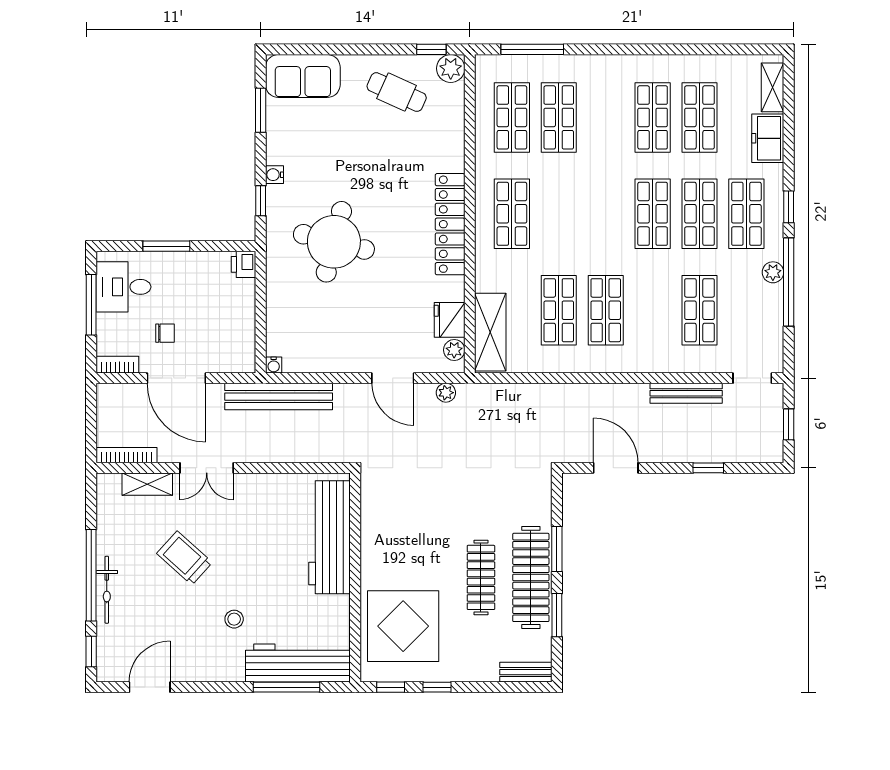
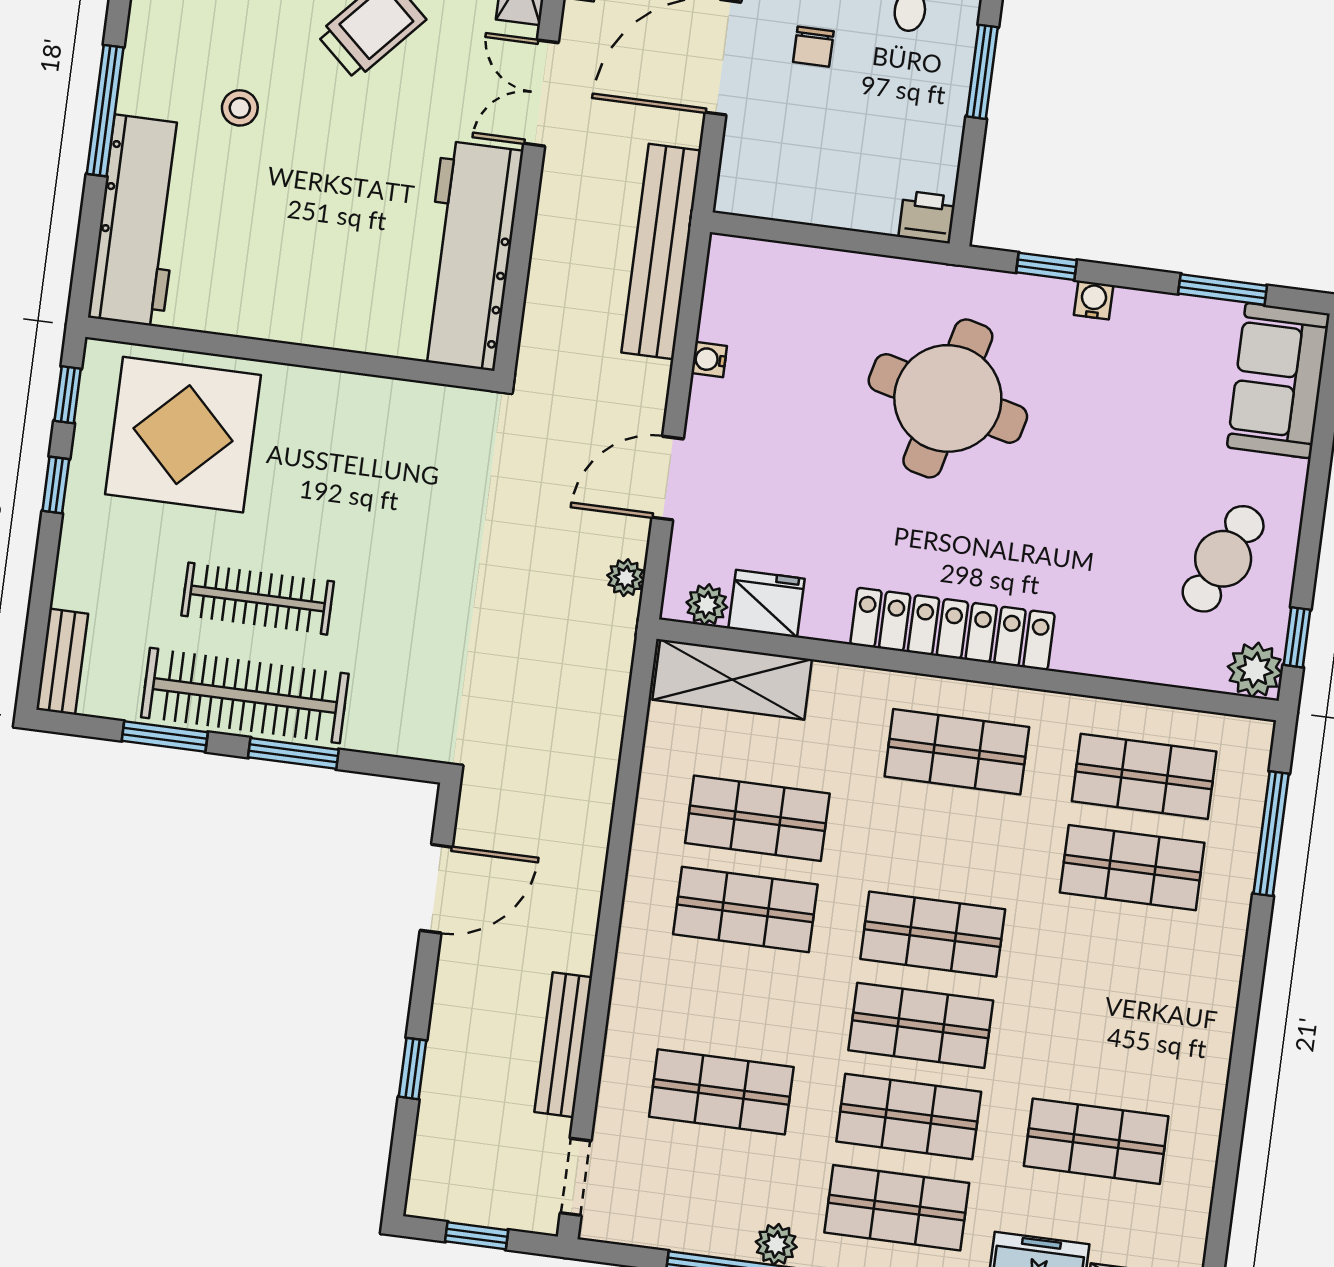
shop shelf: (653, 117) -> (933, 934), moved
water cooler: (274, 365) -> (709, 359), moved
workbench: (330, 537) -> (469, 256), moved, turned -90
window: (286, 687) -> (105, 111), moved

